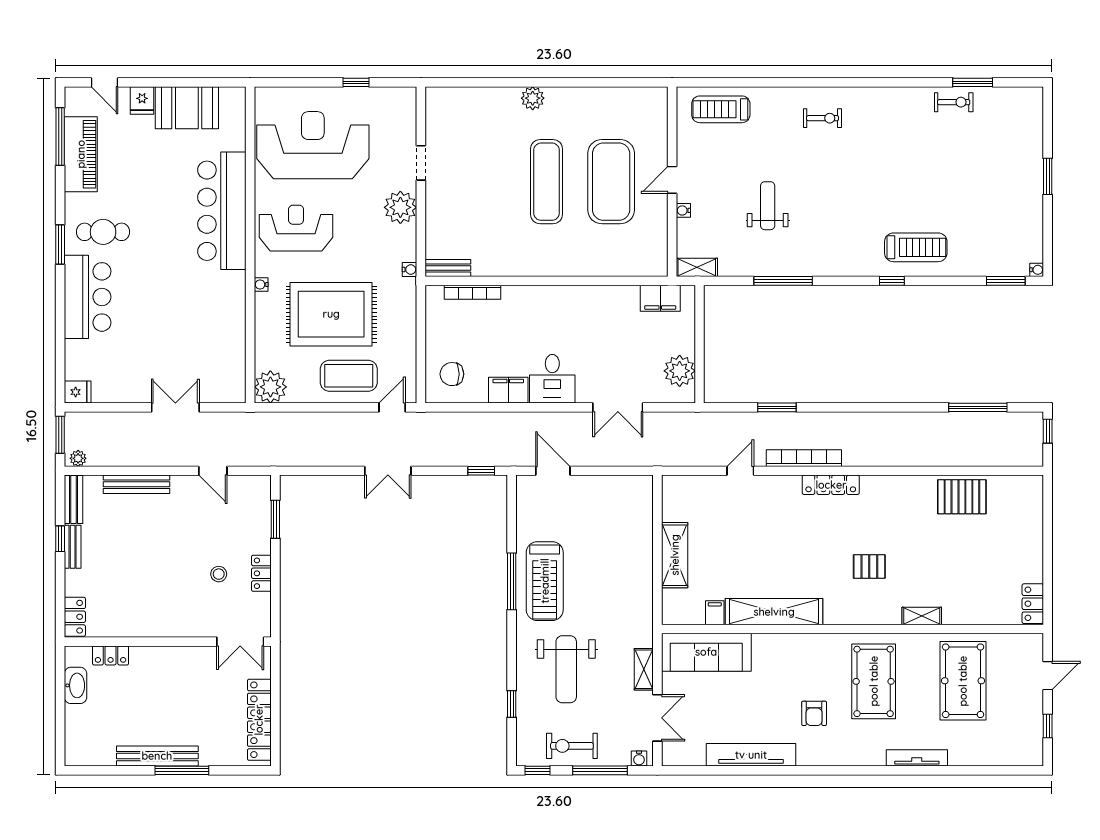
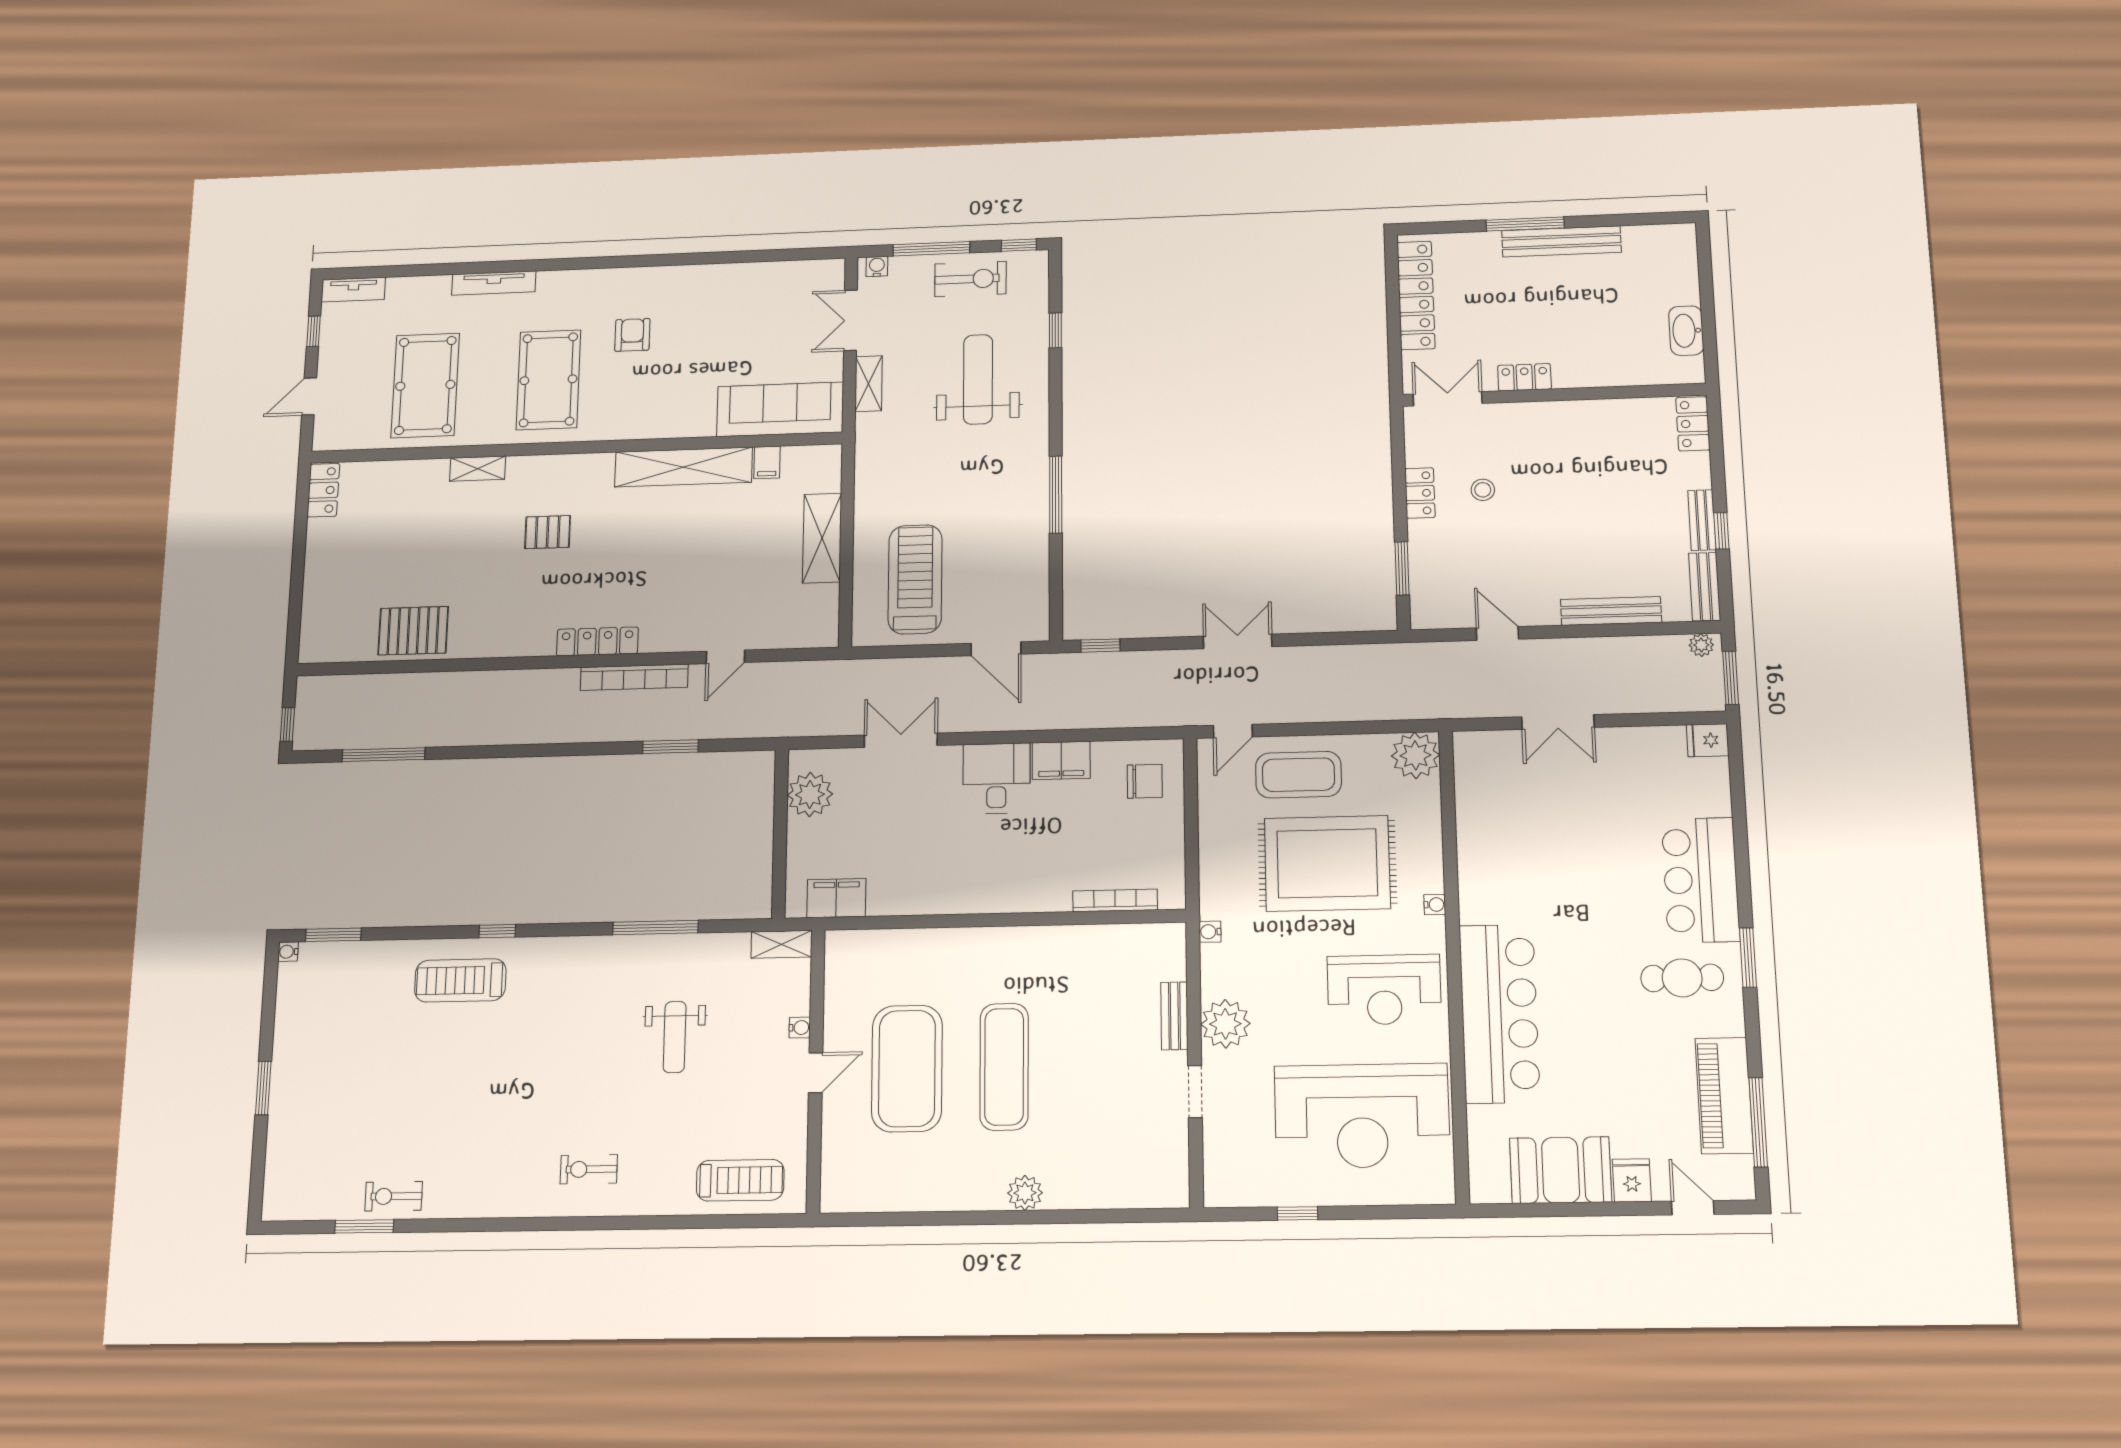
bench: (448, 268) -> (1174, 1016), moved, turned 90
treadmill: (545, 581) -> (915, 579), moved
locker: (111, 655) -> (1524, 377), moved
tv unit: (751, 755) -> (353, 290), moved, width x0.52, depth x0.78

